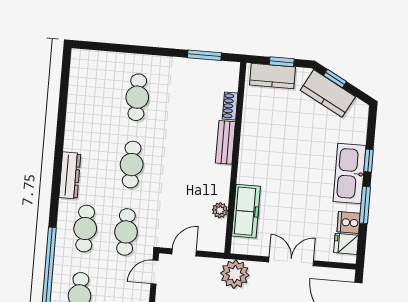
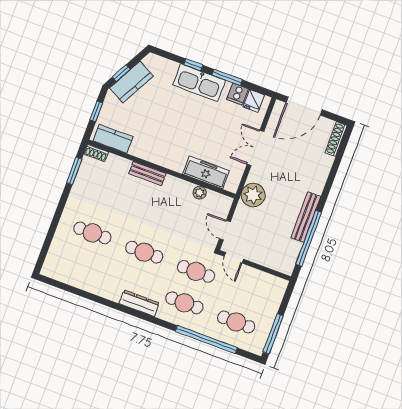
kitchen counter: (273, 76) -> (113, 139), moved, turned -90
shoe rack: (230, 106) -> (96, 153), moved

